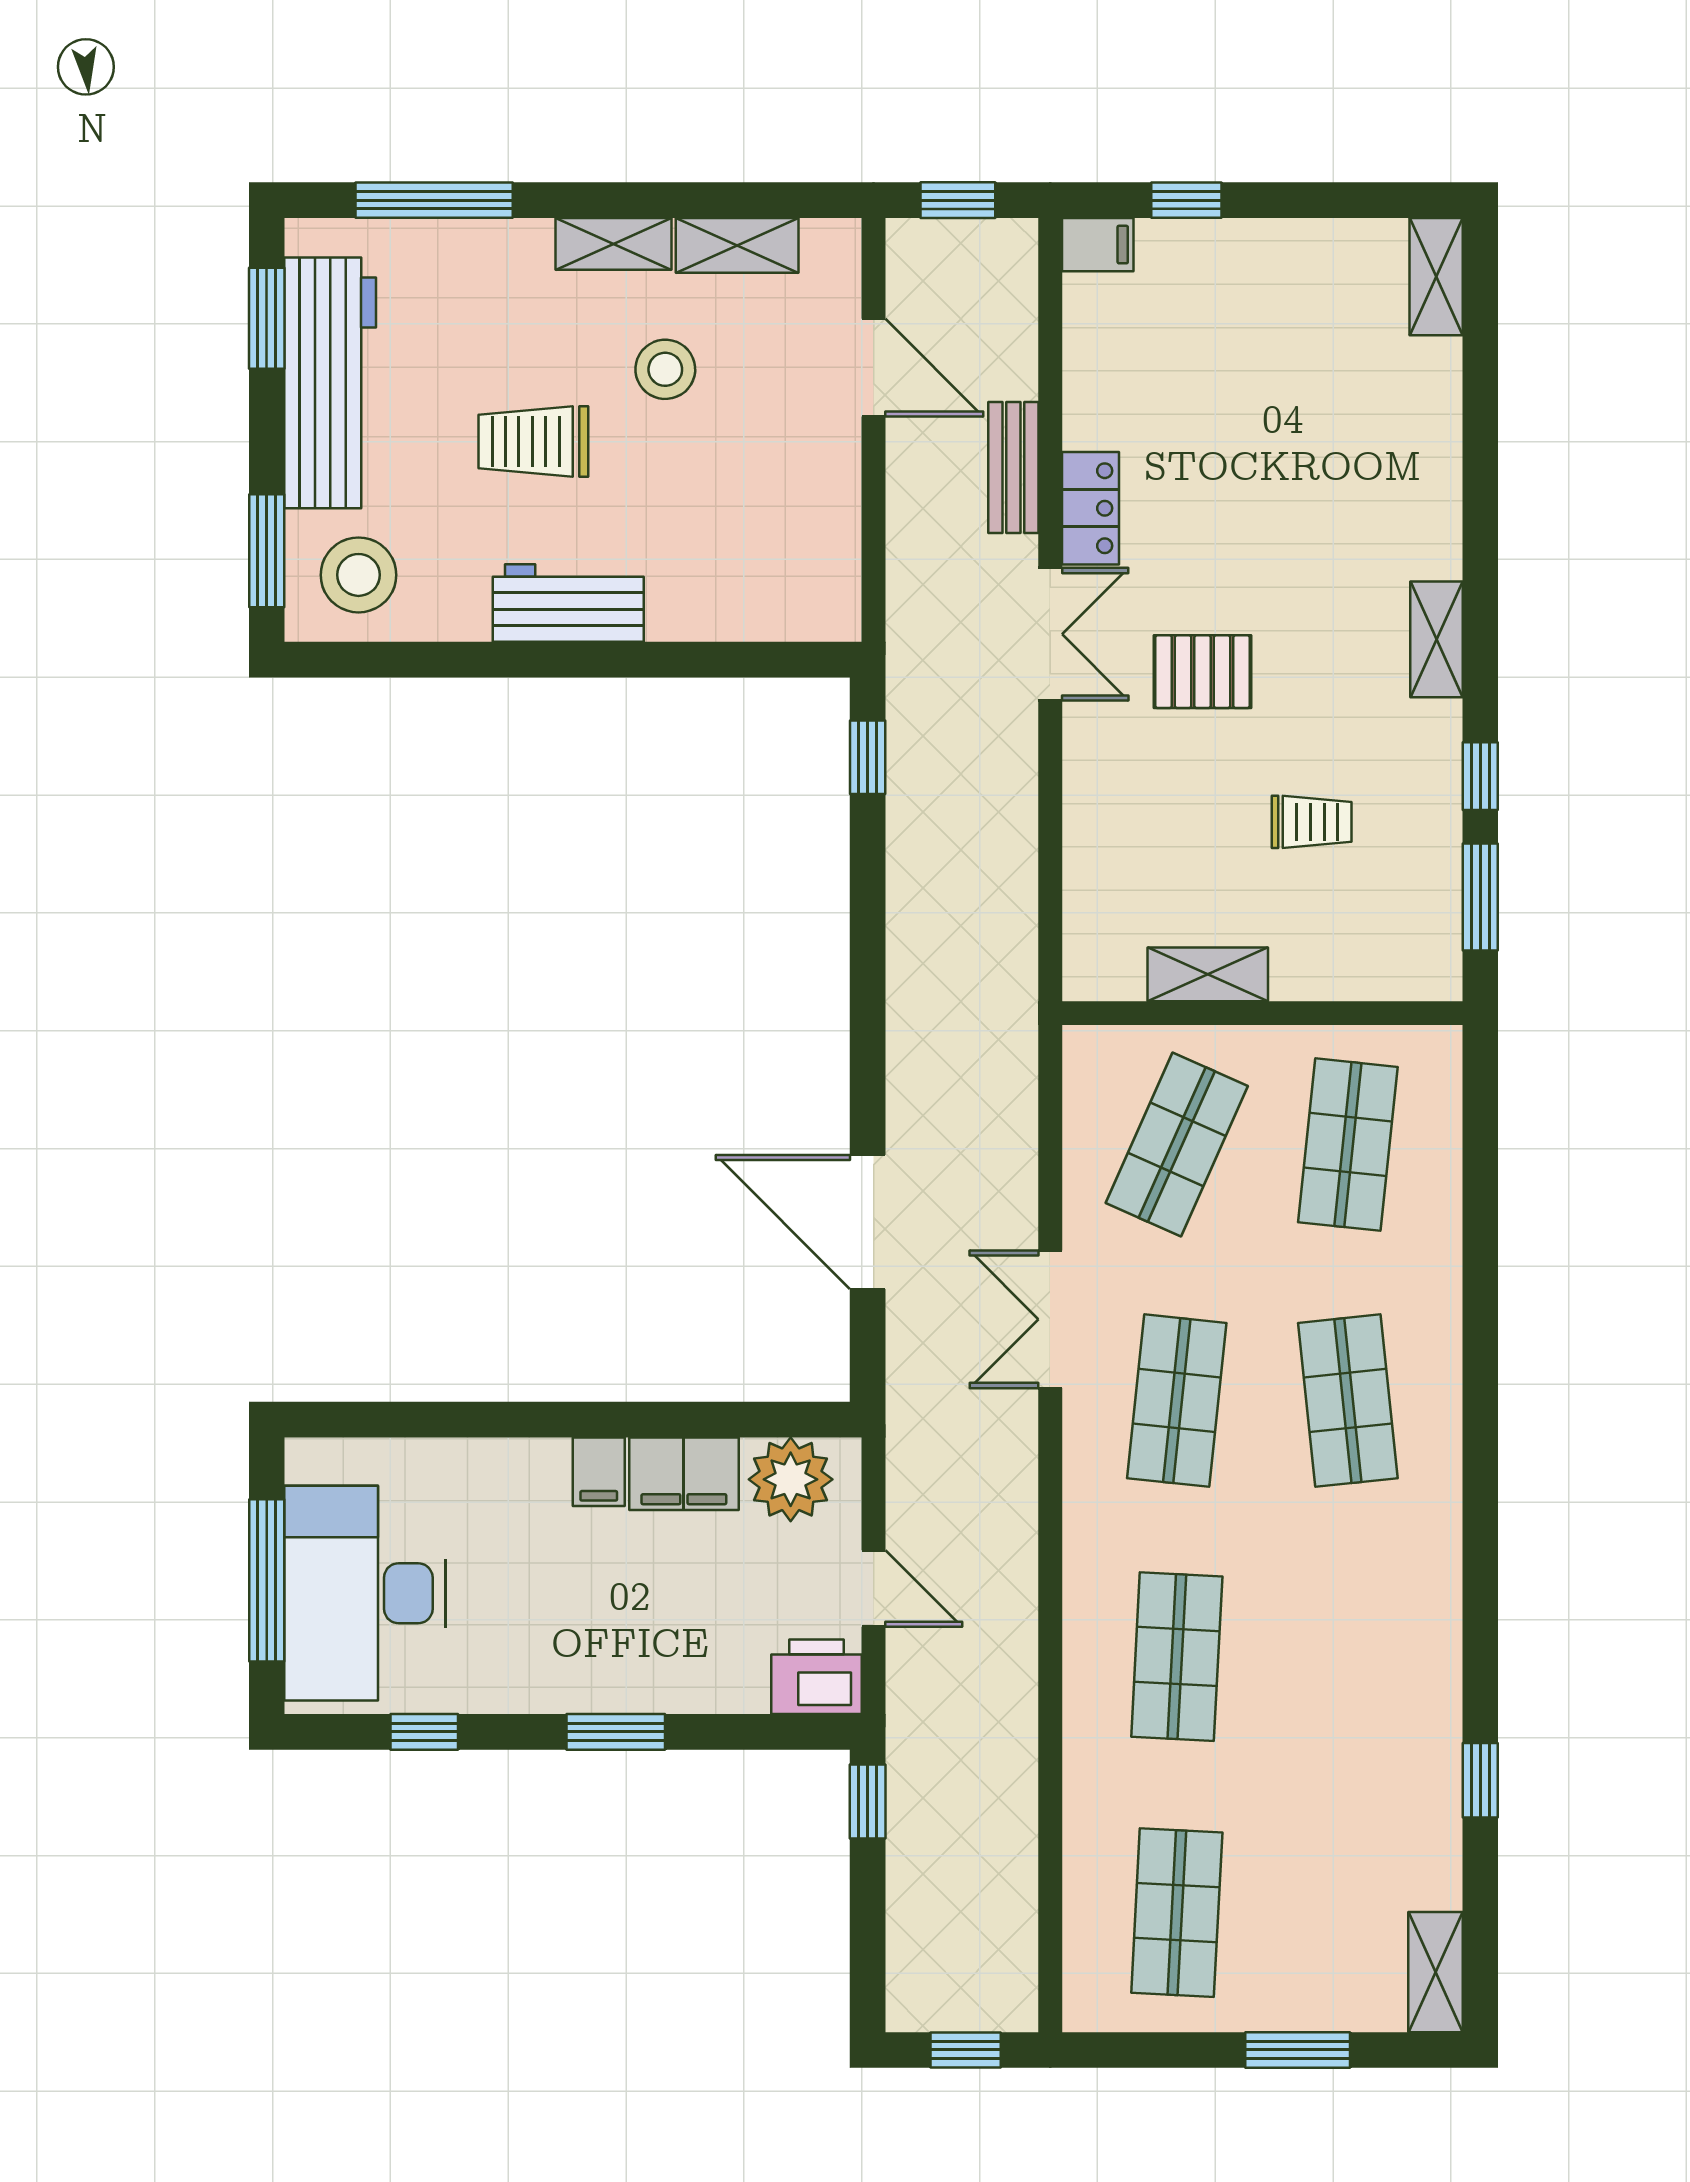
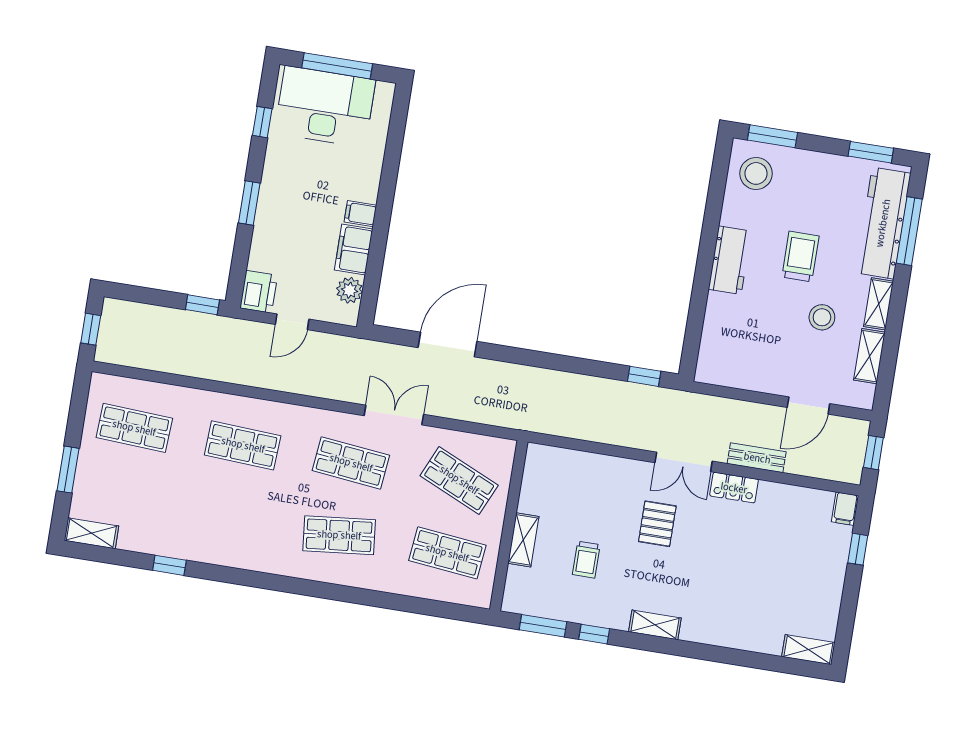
workbench: (330, 383) -> (883, 223), moved, turned 90
shelving: (1208, 974) -> (523, 540), moved
plant: (791, 1479) -> (349, 290), width x0.73, depth x0.73

